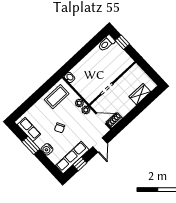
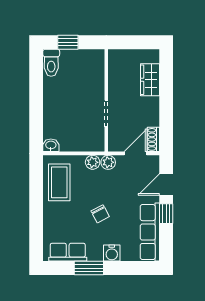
door: (100, 145) -> (166, 185), swing flipped
window: (80, 164) -> (166, 214), moved

